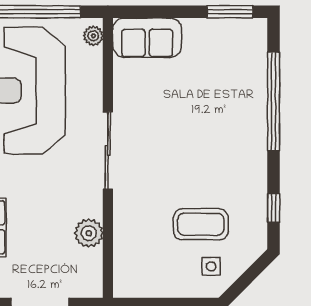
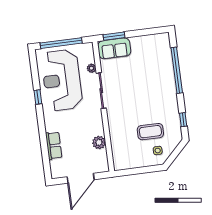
window: (230, 12) -> (114, 36), moved
plant: (93, 36) -> (91, 68), moved
sliding door: (108, 150) -> (101, 91), moved

